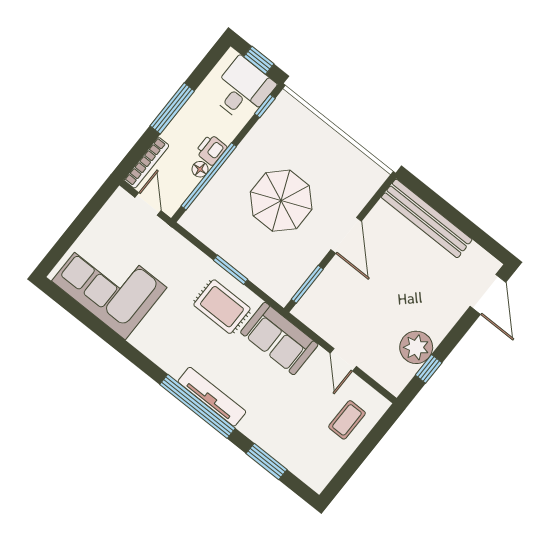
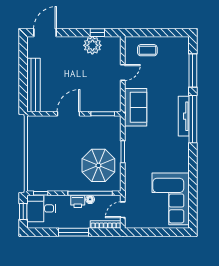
parasol: (281, 201) -> (98, 165), moved
rug: (222, 307) -> (142, 143), removed
window: (267, 462) -> (193, 70), width x1.44

